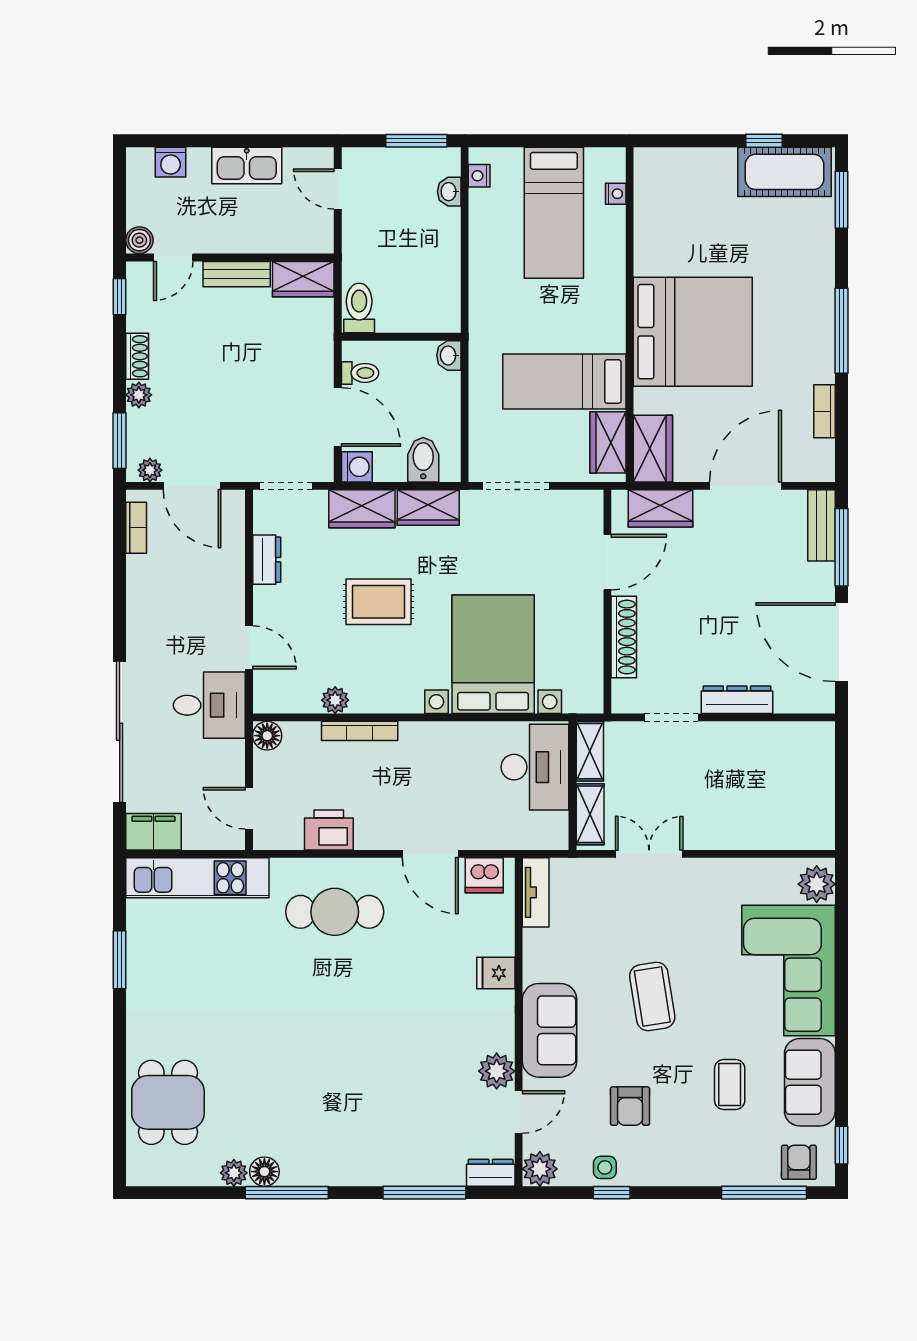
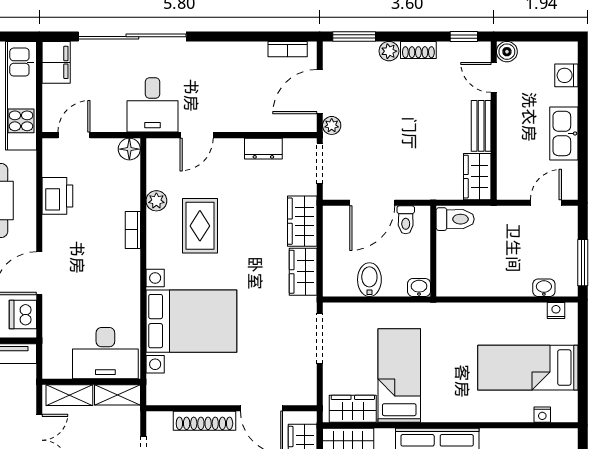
bidet: (423, 460) -> (369, 280), moved, turned -90
washing machine: (357, 467) -> (334, 217), removed
plant: (150, 470) -> (332, 125), moved
rug: (379, 602) -> (200, 226), moved
bookcase: (360, 731) -> (133, 230), width x0.64

